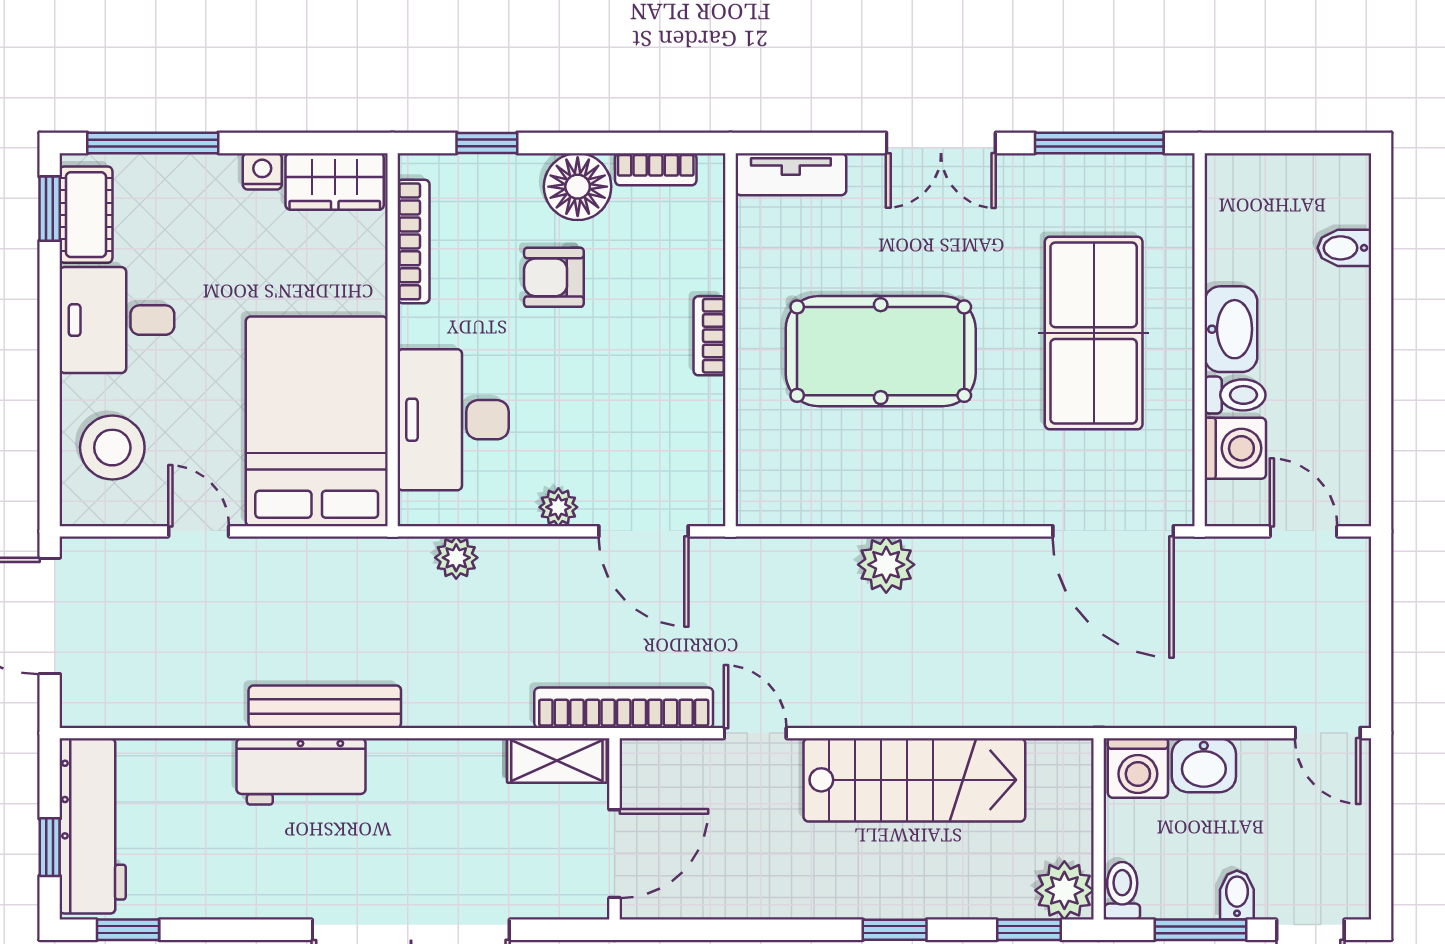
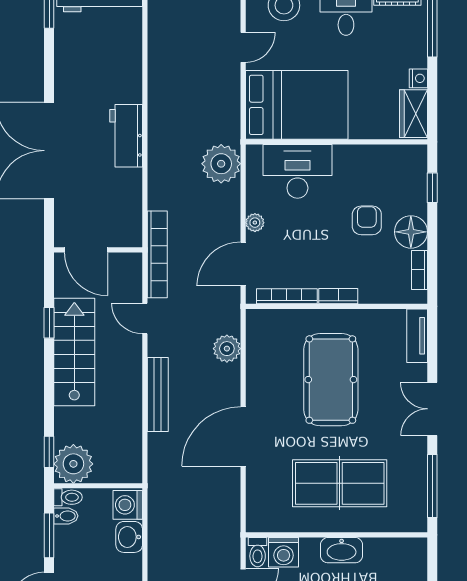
bookcase: (413, 241) -> (287, 296), moved, turned 180
toilet: (1235, 395) -> (258, 552), moved
door: (1113, 531) -> (243, 436), moved
plant: (456, 558) -> (221, 164), width x1.88, depth x1.88
plant: (886, 565) -> (227, 349), moved
bench: (325, 707) -> (158, 394), moved
door: (755, 733) -> (145, 318), swing flipped
shelving: (557, 761) -> (131, 222), removed
workbench: (301, 771) -> (126, 136), moved
stairs: (914, 780) -> (74, 352), moved, turned 180
plant: (1064, 890) -> (73, 464), width x1.36, depth x1.36
bidet: (1237, 895) -> (66, 516), moved
window: (895, 930) -> (49, 323), moved

